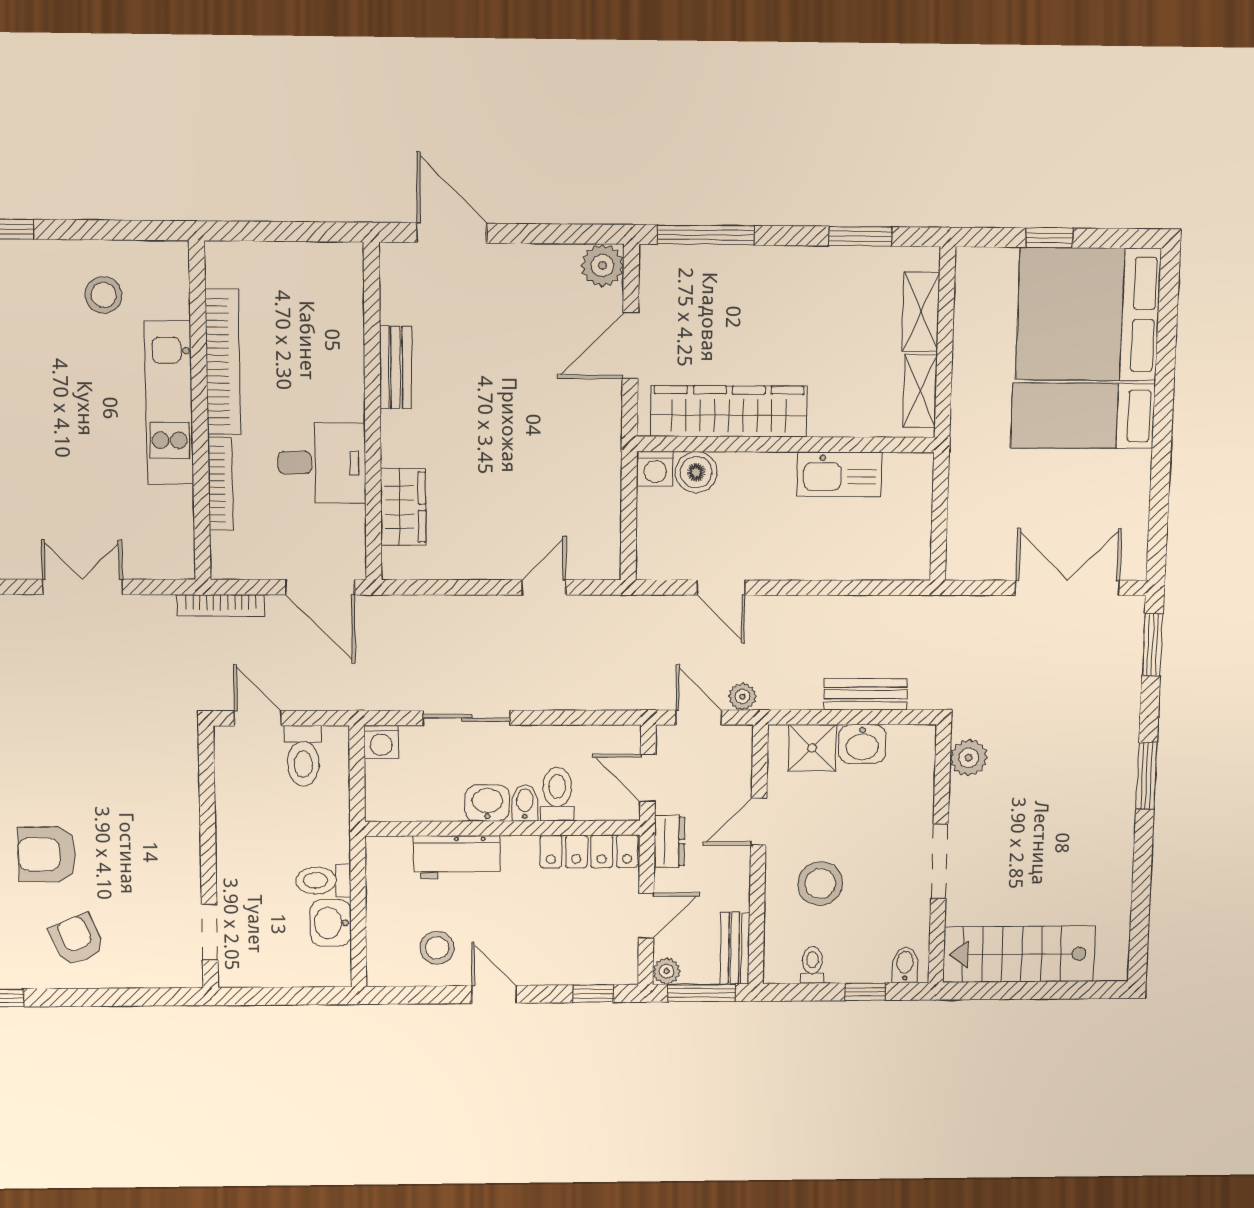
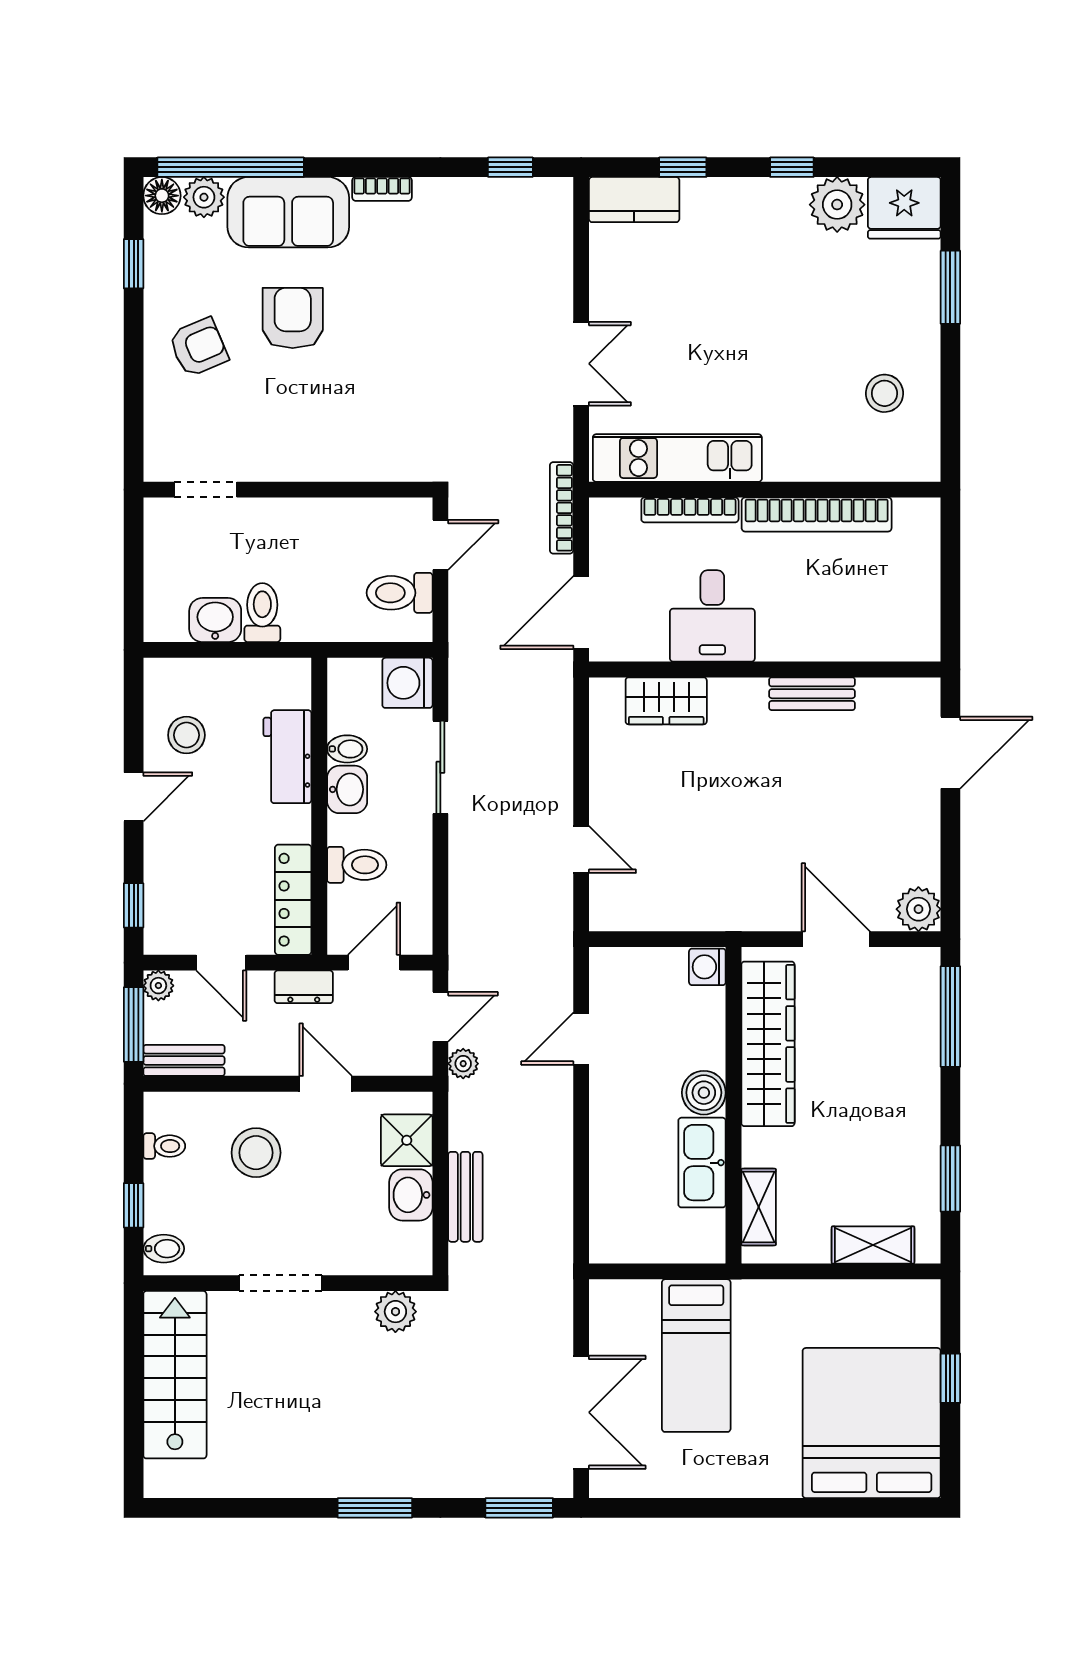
shelving: (920, 391) -> (759, 1207), moved, turned 90
kitchen unit: (169, 403) -> (677, 458), moved
bed: (1083, 416) -> (696, 1356), moved, turned 180
boiler: (696, 472) -> (704, 1093), moved
washing machine: (381, 742) -> (407, 683), width x1.38, depth x1.38
bidet: (525, 803) -> (347, 749), moved

